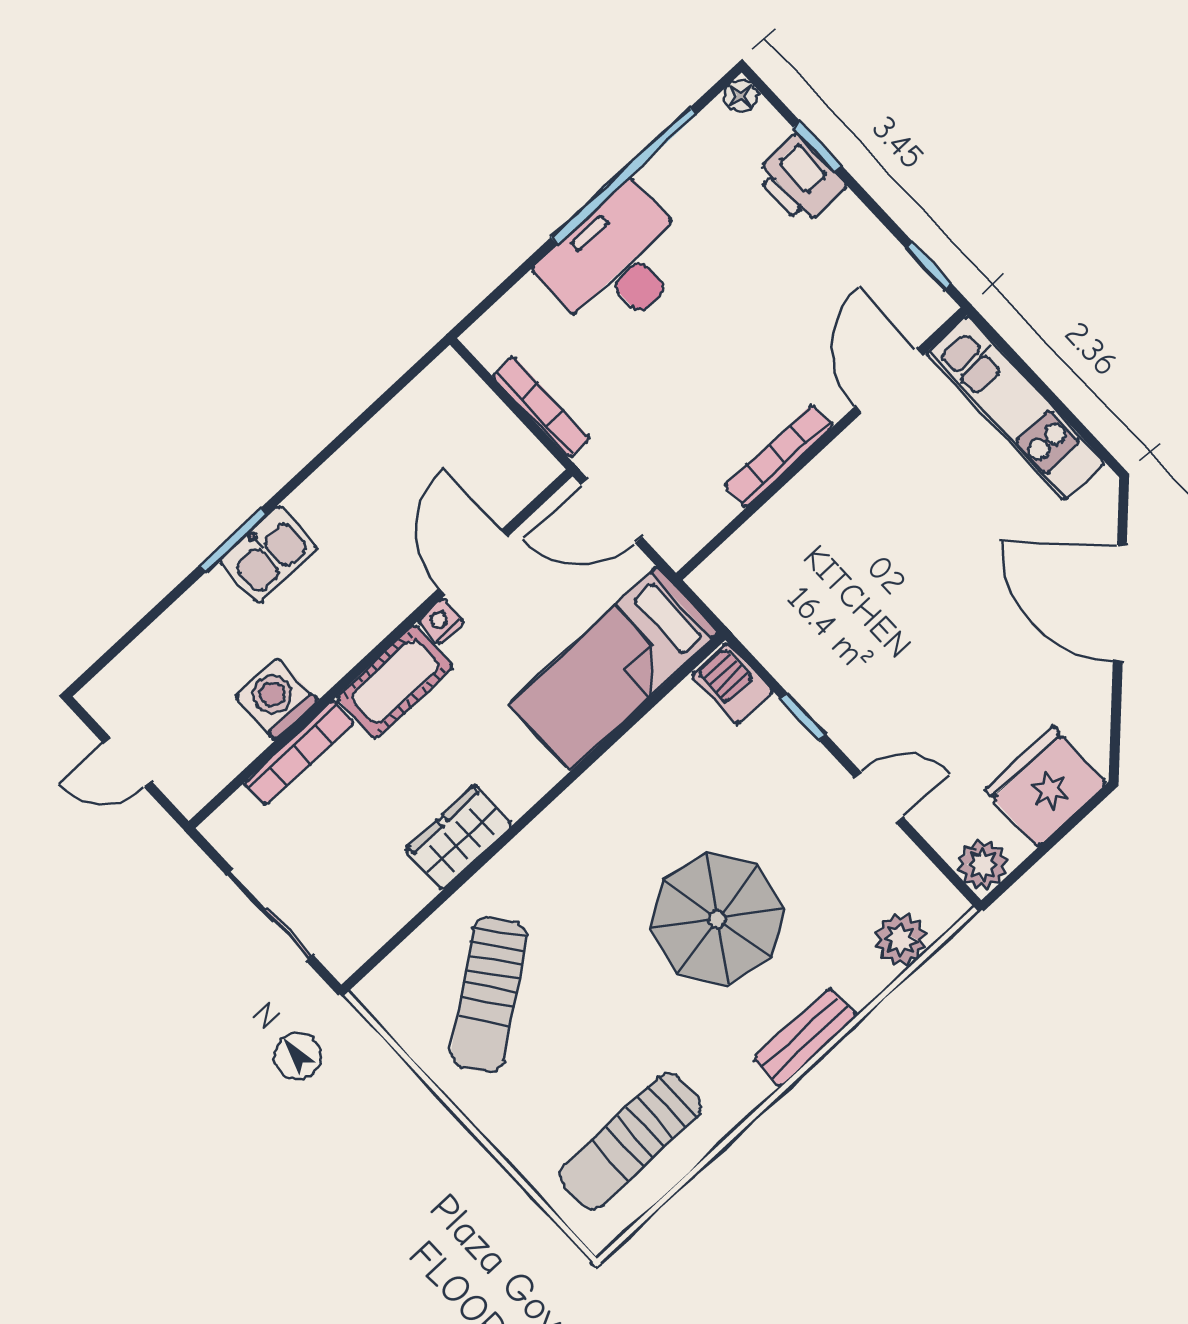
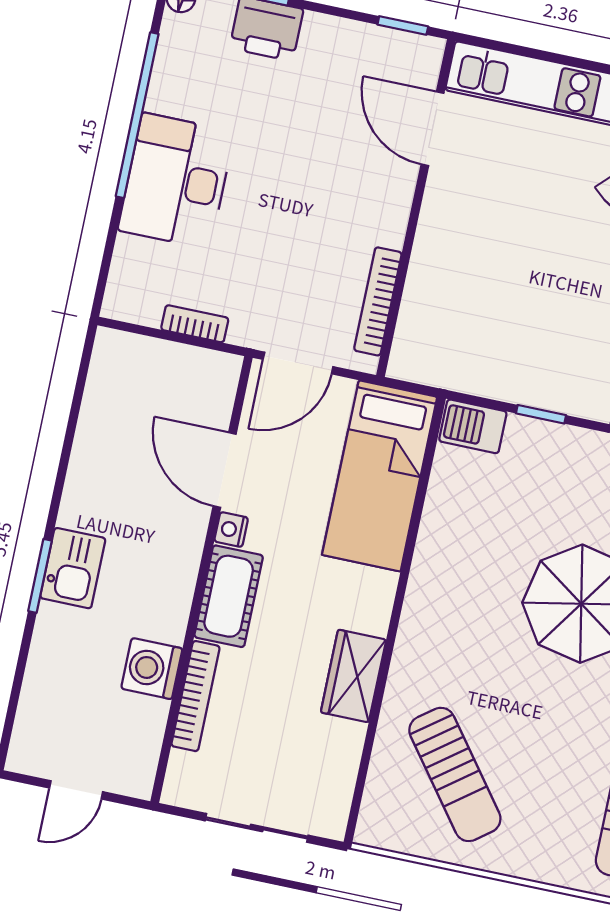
bookcase: (541, 407) -> (195, 324), width x0.64
bookcase: (779, 456) -> (378, 301), moved

